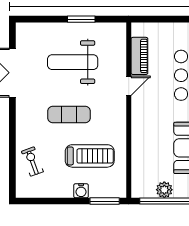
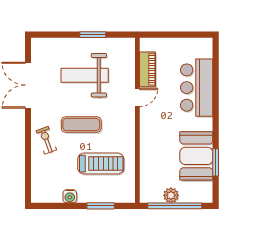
exercise bike: (32, 162) -> (46, 140), moved
water cooler: (81, 191) -> (70, 196), moved
window: (105, 201) -> (101, 206), moved

